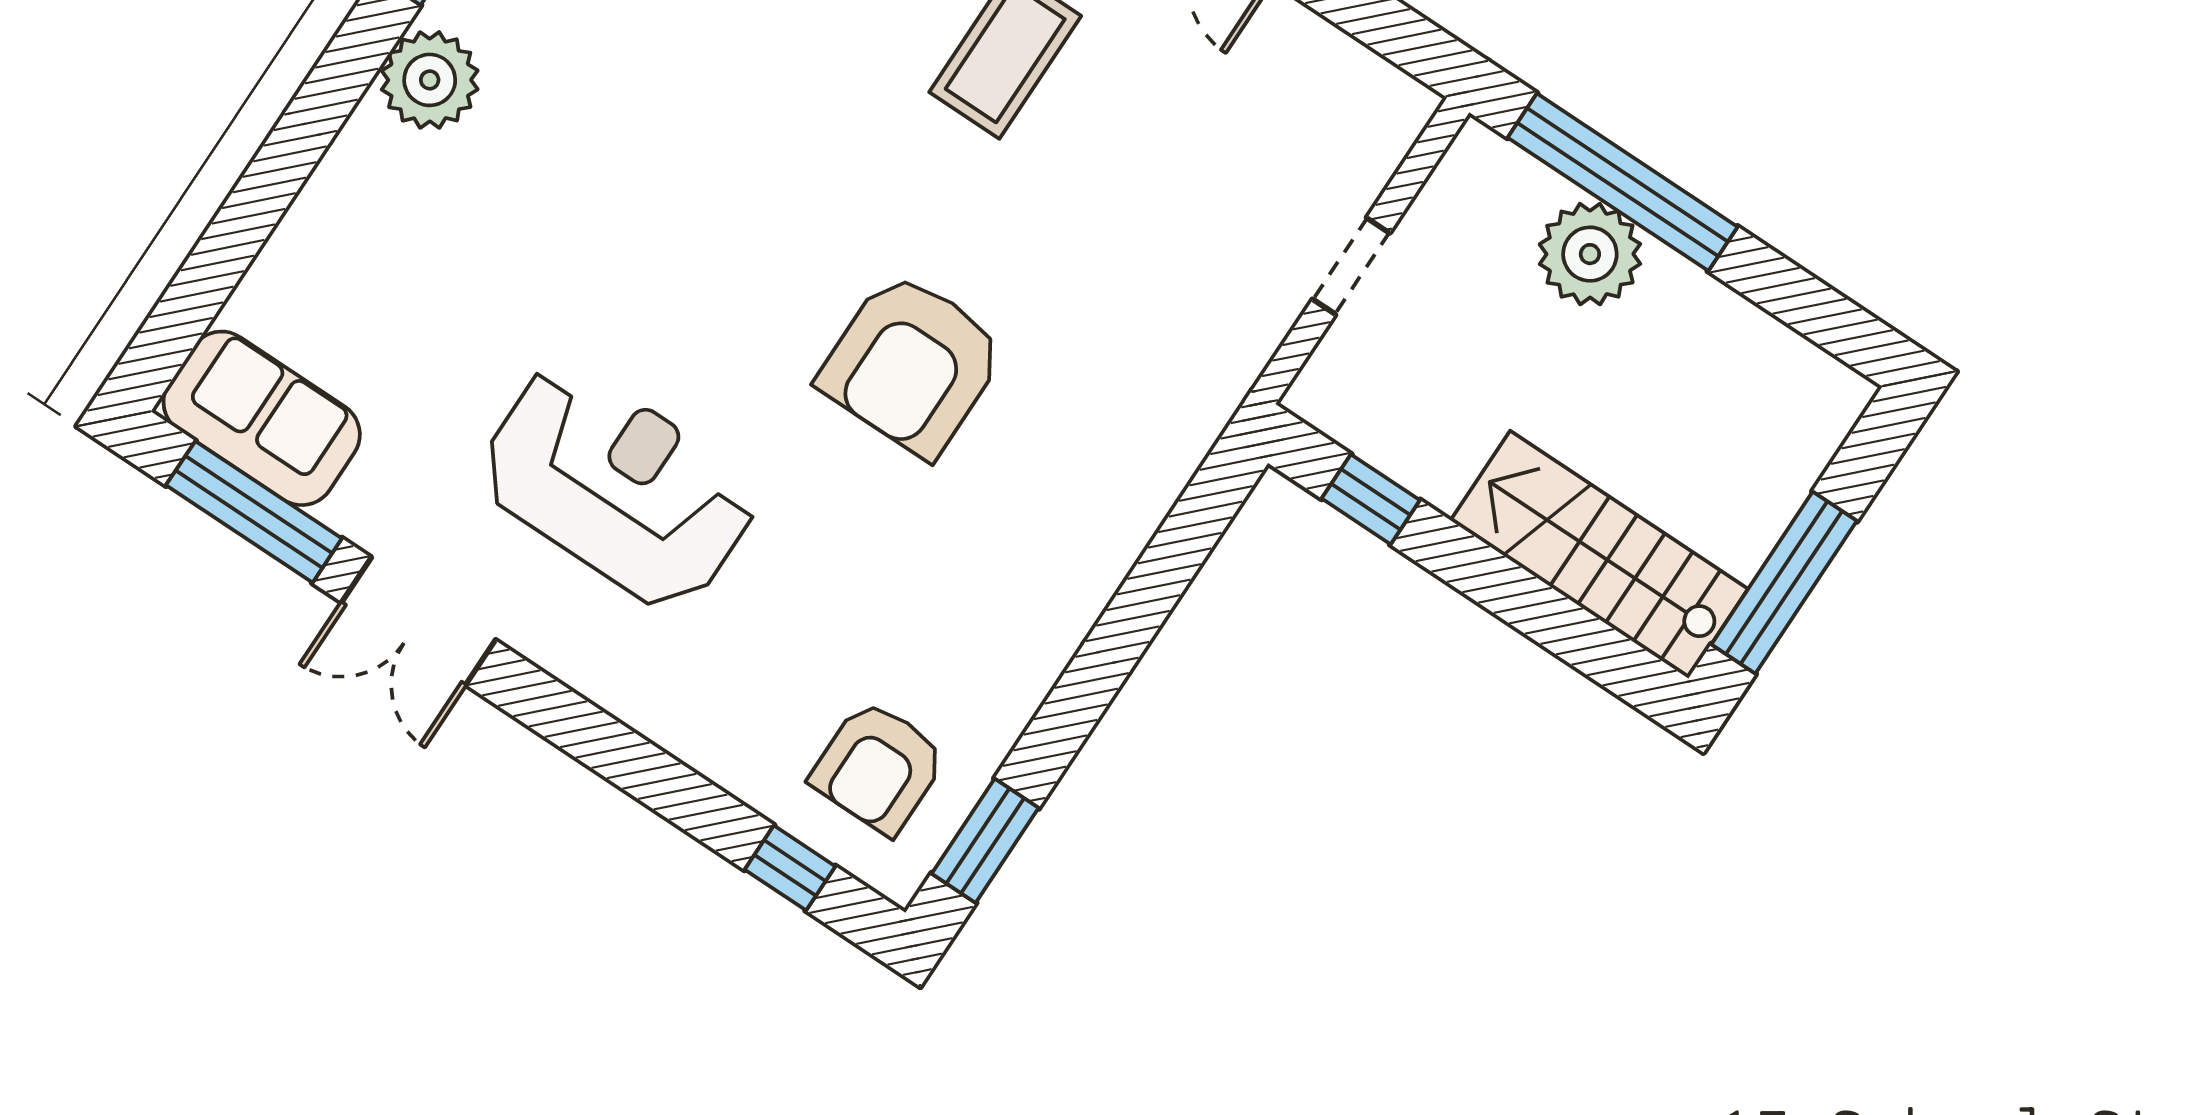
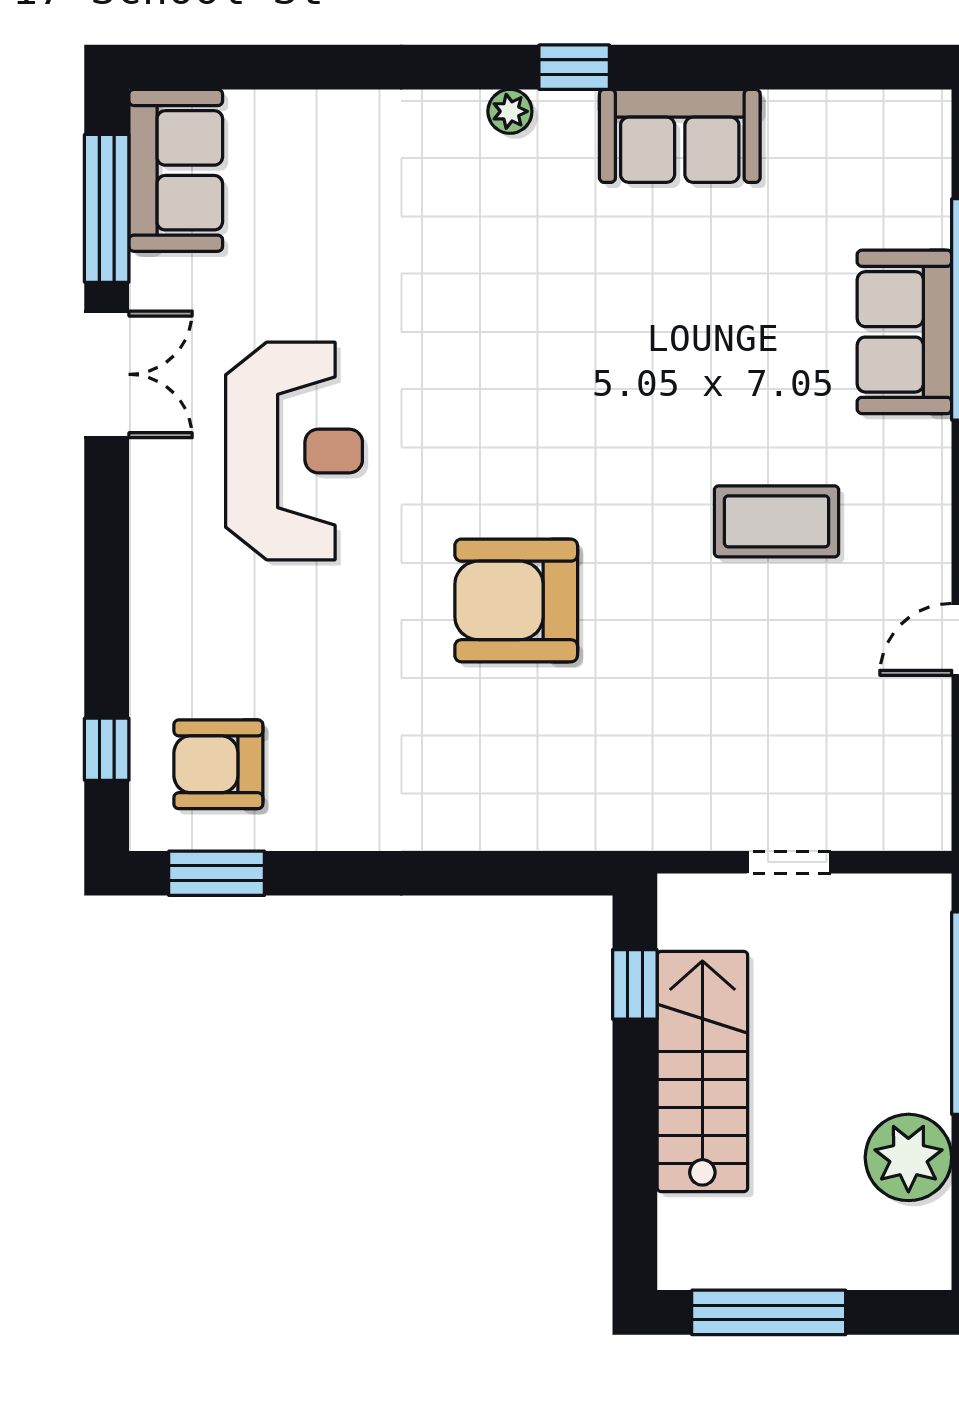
plant: (430, 80) -> (510, 111), width x0.53, depth x0.53
plant: (1590, 254) -> (908, 1157), moved
stairs: (1599, 555) -> (702, 1072), moved
double door: (418, 621) -> (107, 374), swing flipped

